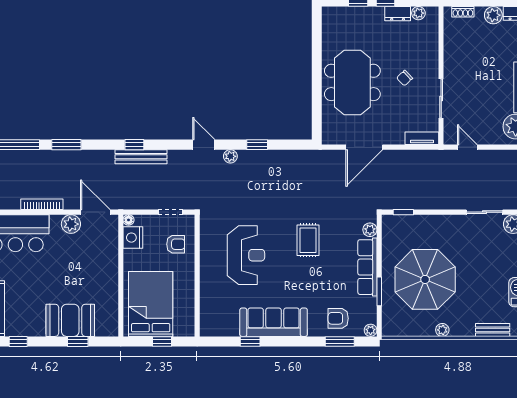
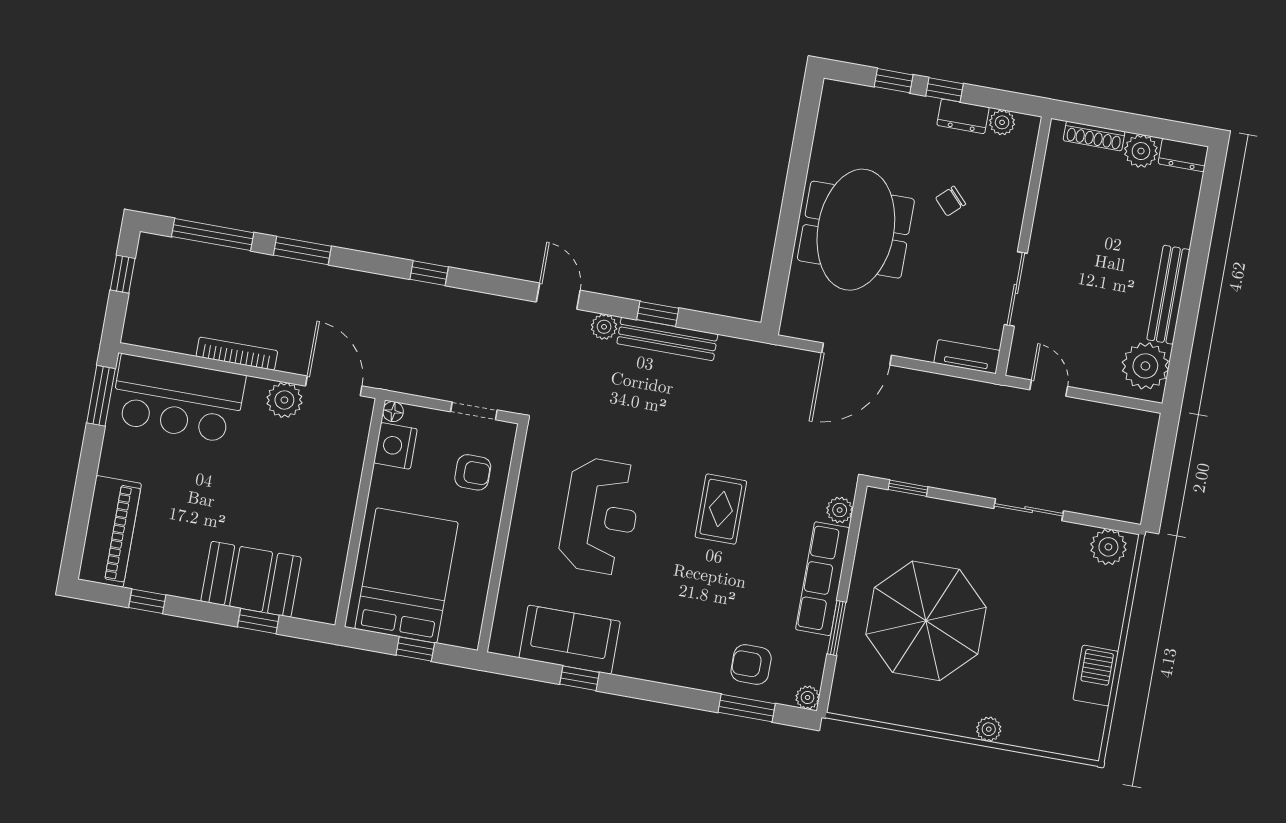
shoe rack: (463, 12) -> (1094, 136), width x1.43
chair: (405, 78) -> (951, 201), moved
bench: (141, 157) -> (667, 339), moved
sliding door: (484, 212) -> (1029, 510), moved
sofa: (274, 322) -> (570, 640), moved, width x0.73
plant: (442, 330) -> (989, 729), moved
bench: (493, 330) -> (1035, 738), removed

